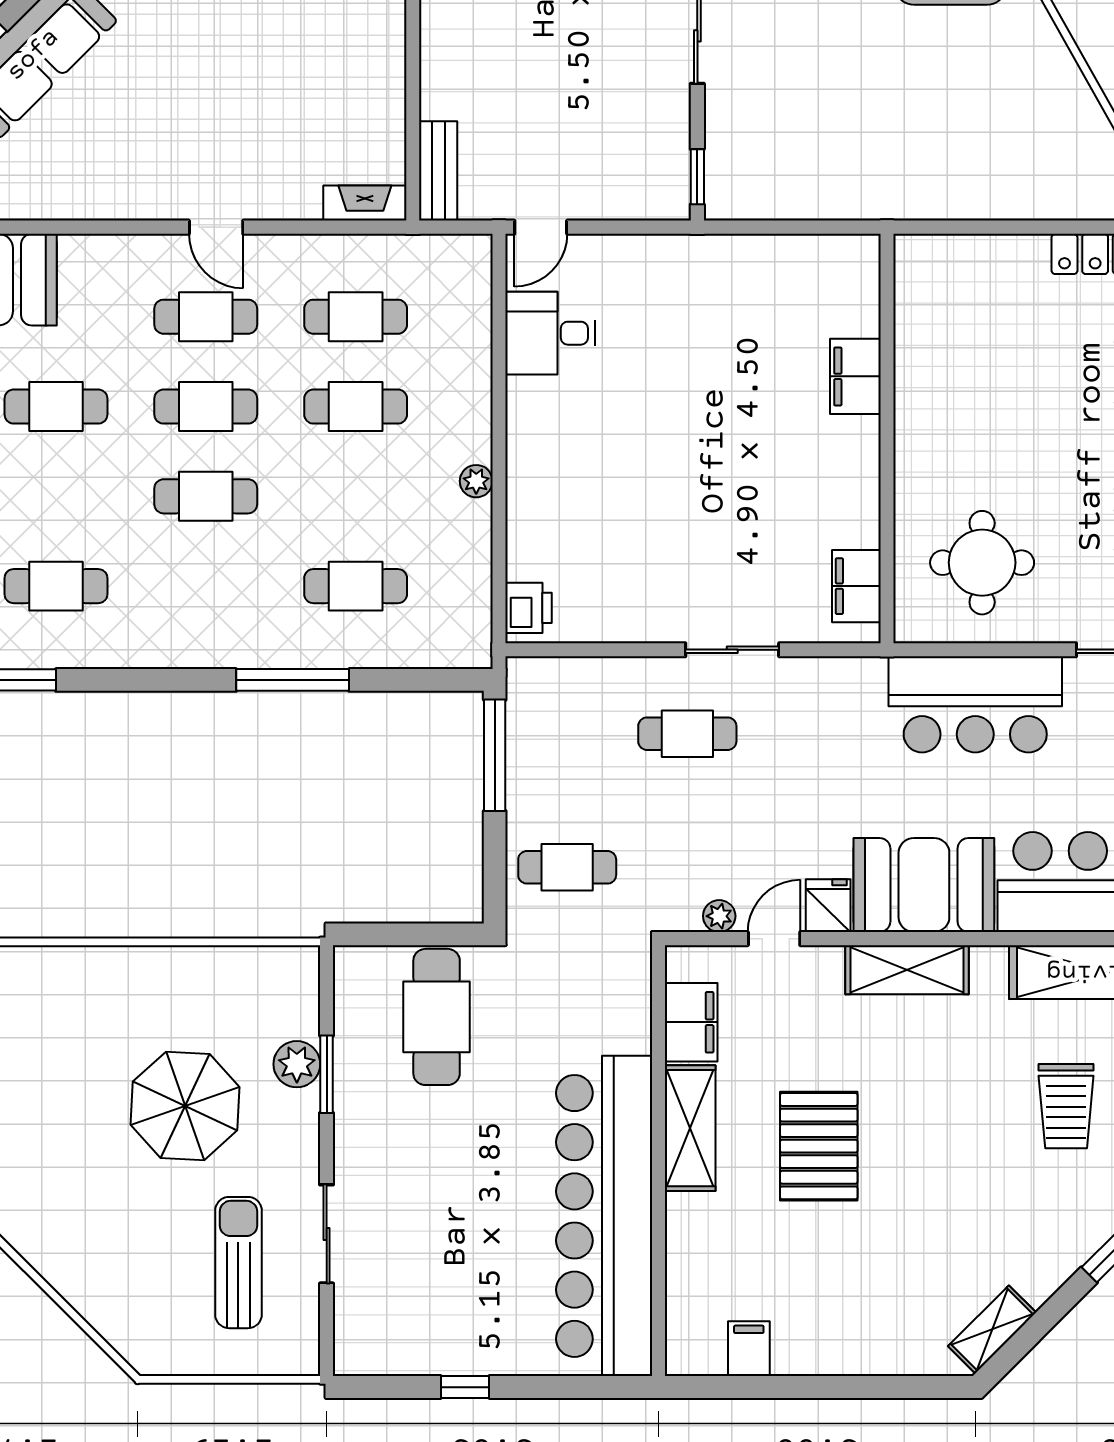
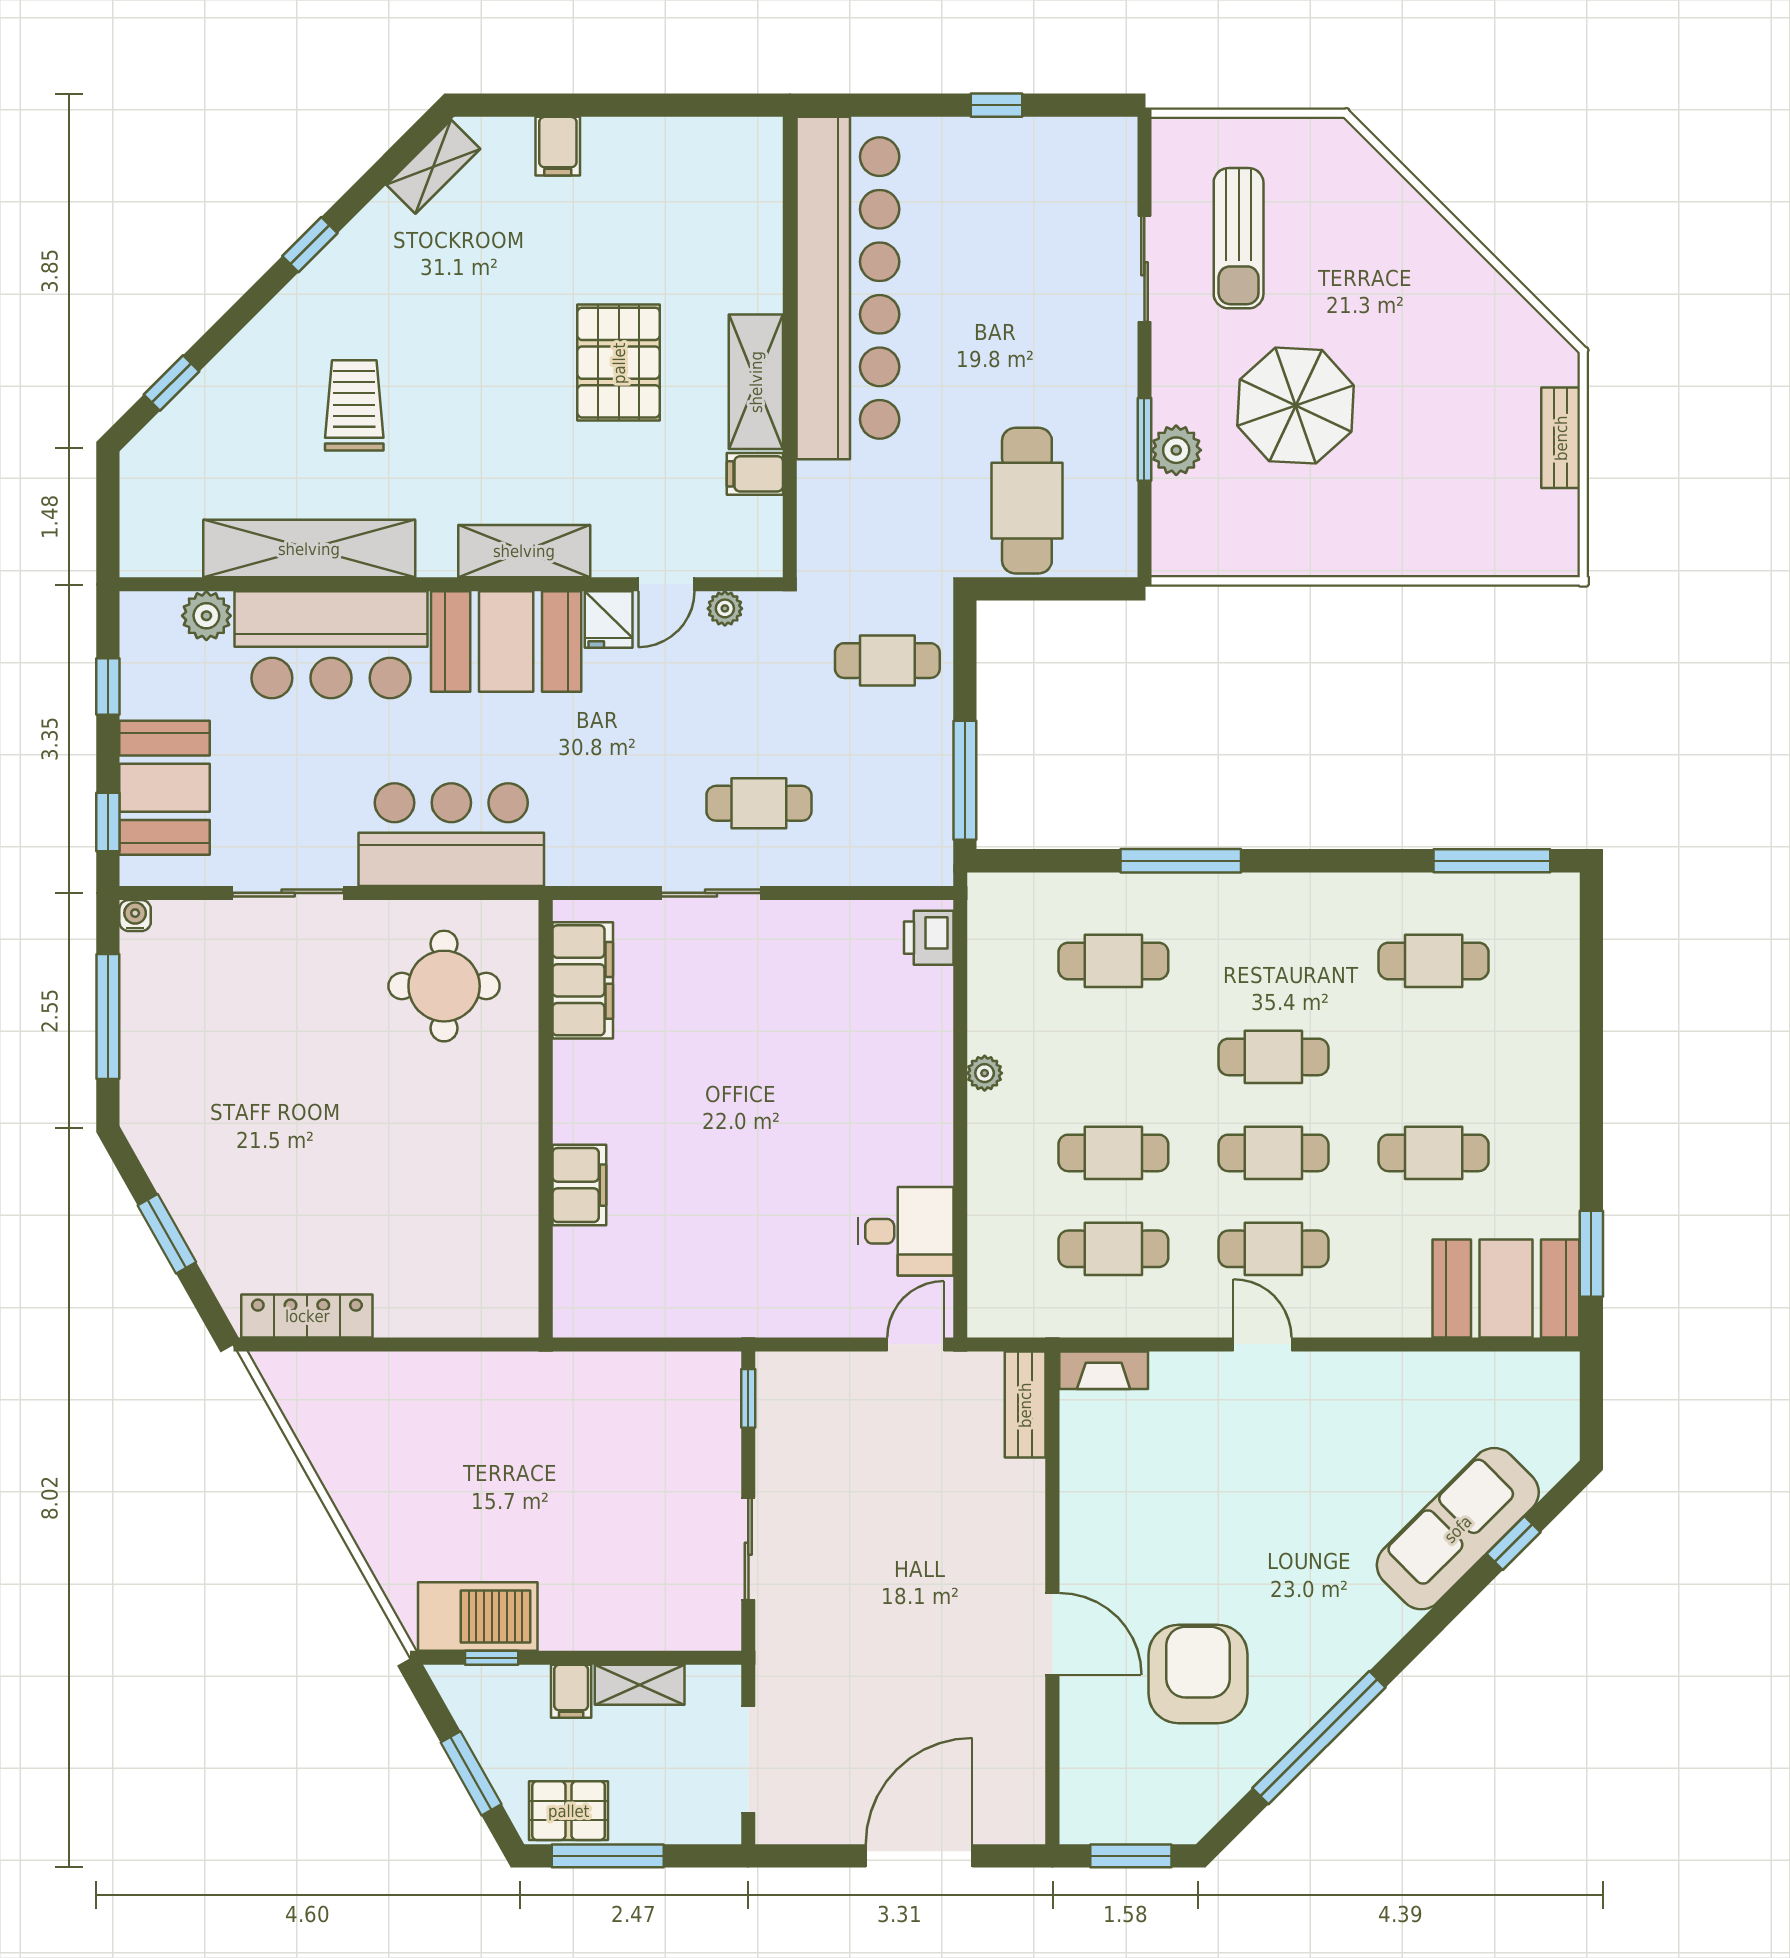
filing cabinet: (856, 586) -> (583, 980), width x1.50, depth x1.17
filing cabinet: (691, 1022) -> (755, 474), width x0.50
filing cabinet: (749, 1349) -> (558, 146), moved

